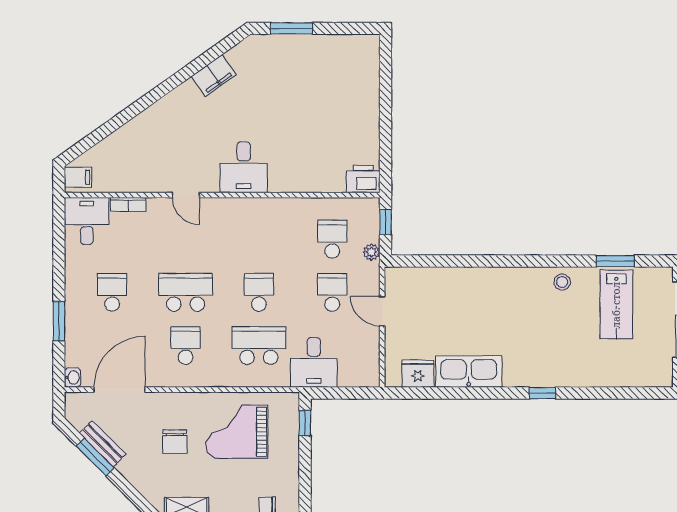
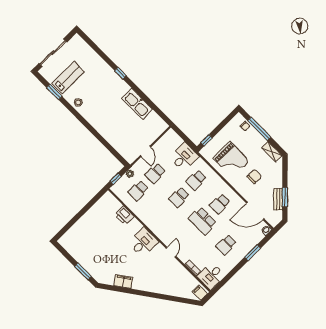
printer: (363, 179) -> (124, 215), moved
school desk: (259, 346) -> (196, 180), width x0.54
fridge: (418, 374) -> (154, 120), removed

